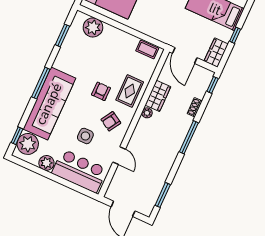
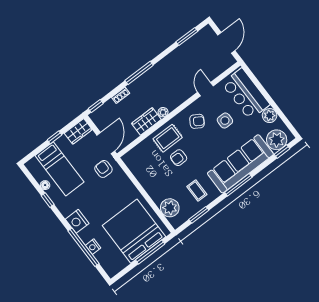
armchair: (174, 30) -> (103, 169), added
coffee table: (147, 49) -> (197, 191), moved
armchair: (101, 91) -> (179, 158), moved

